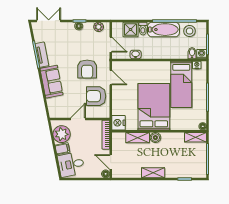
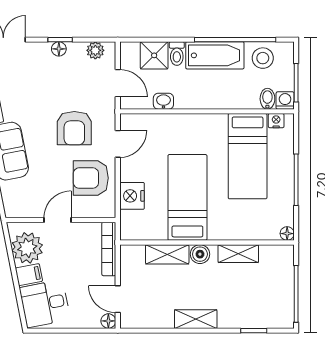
door: (111, 78) -> (118, 144), hinge flipped
bed: (154, 107) -> (187, 197), width x0.67
nightstand: (118, 123) -> (132, 196), moved
shelving: (196, 137) -> (238, 254), moved

